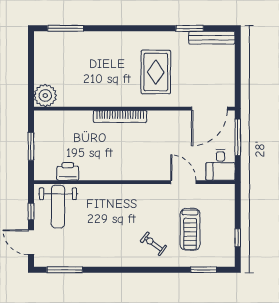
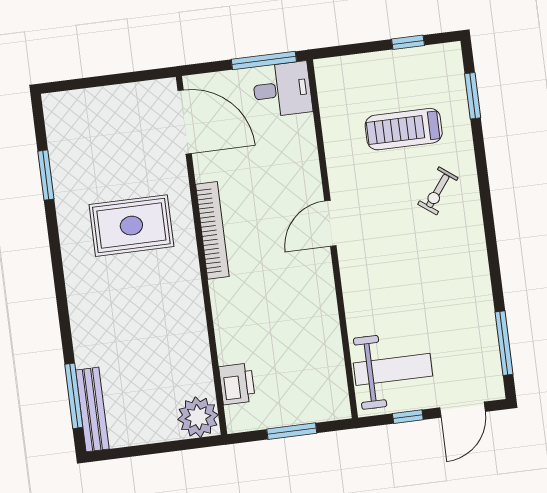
bench: (212, 38) -> (92, 409), moved
bookcase: (120, 116) -> (212, 230), moved
window: (238, 137) -> (264, 60), moved
printer: (68, 171) -> (237, 384), moved, turned 180
door: (183, 182) -> (330, 223), moved
treadmill: (190, 229) -> (404, 129), turned 180

